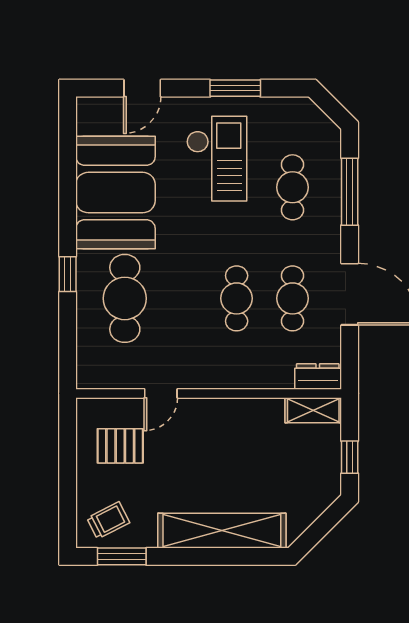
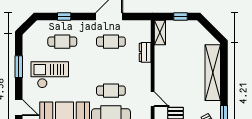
window: (350, 192) -> (64, 17), width x0.46
cafe table: (237, 298) -> (111, 91), moved
dresser: (318, 376) -> (145, 52), moved

